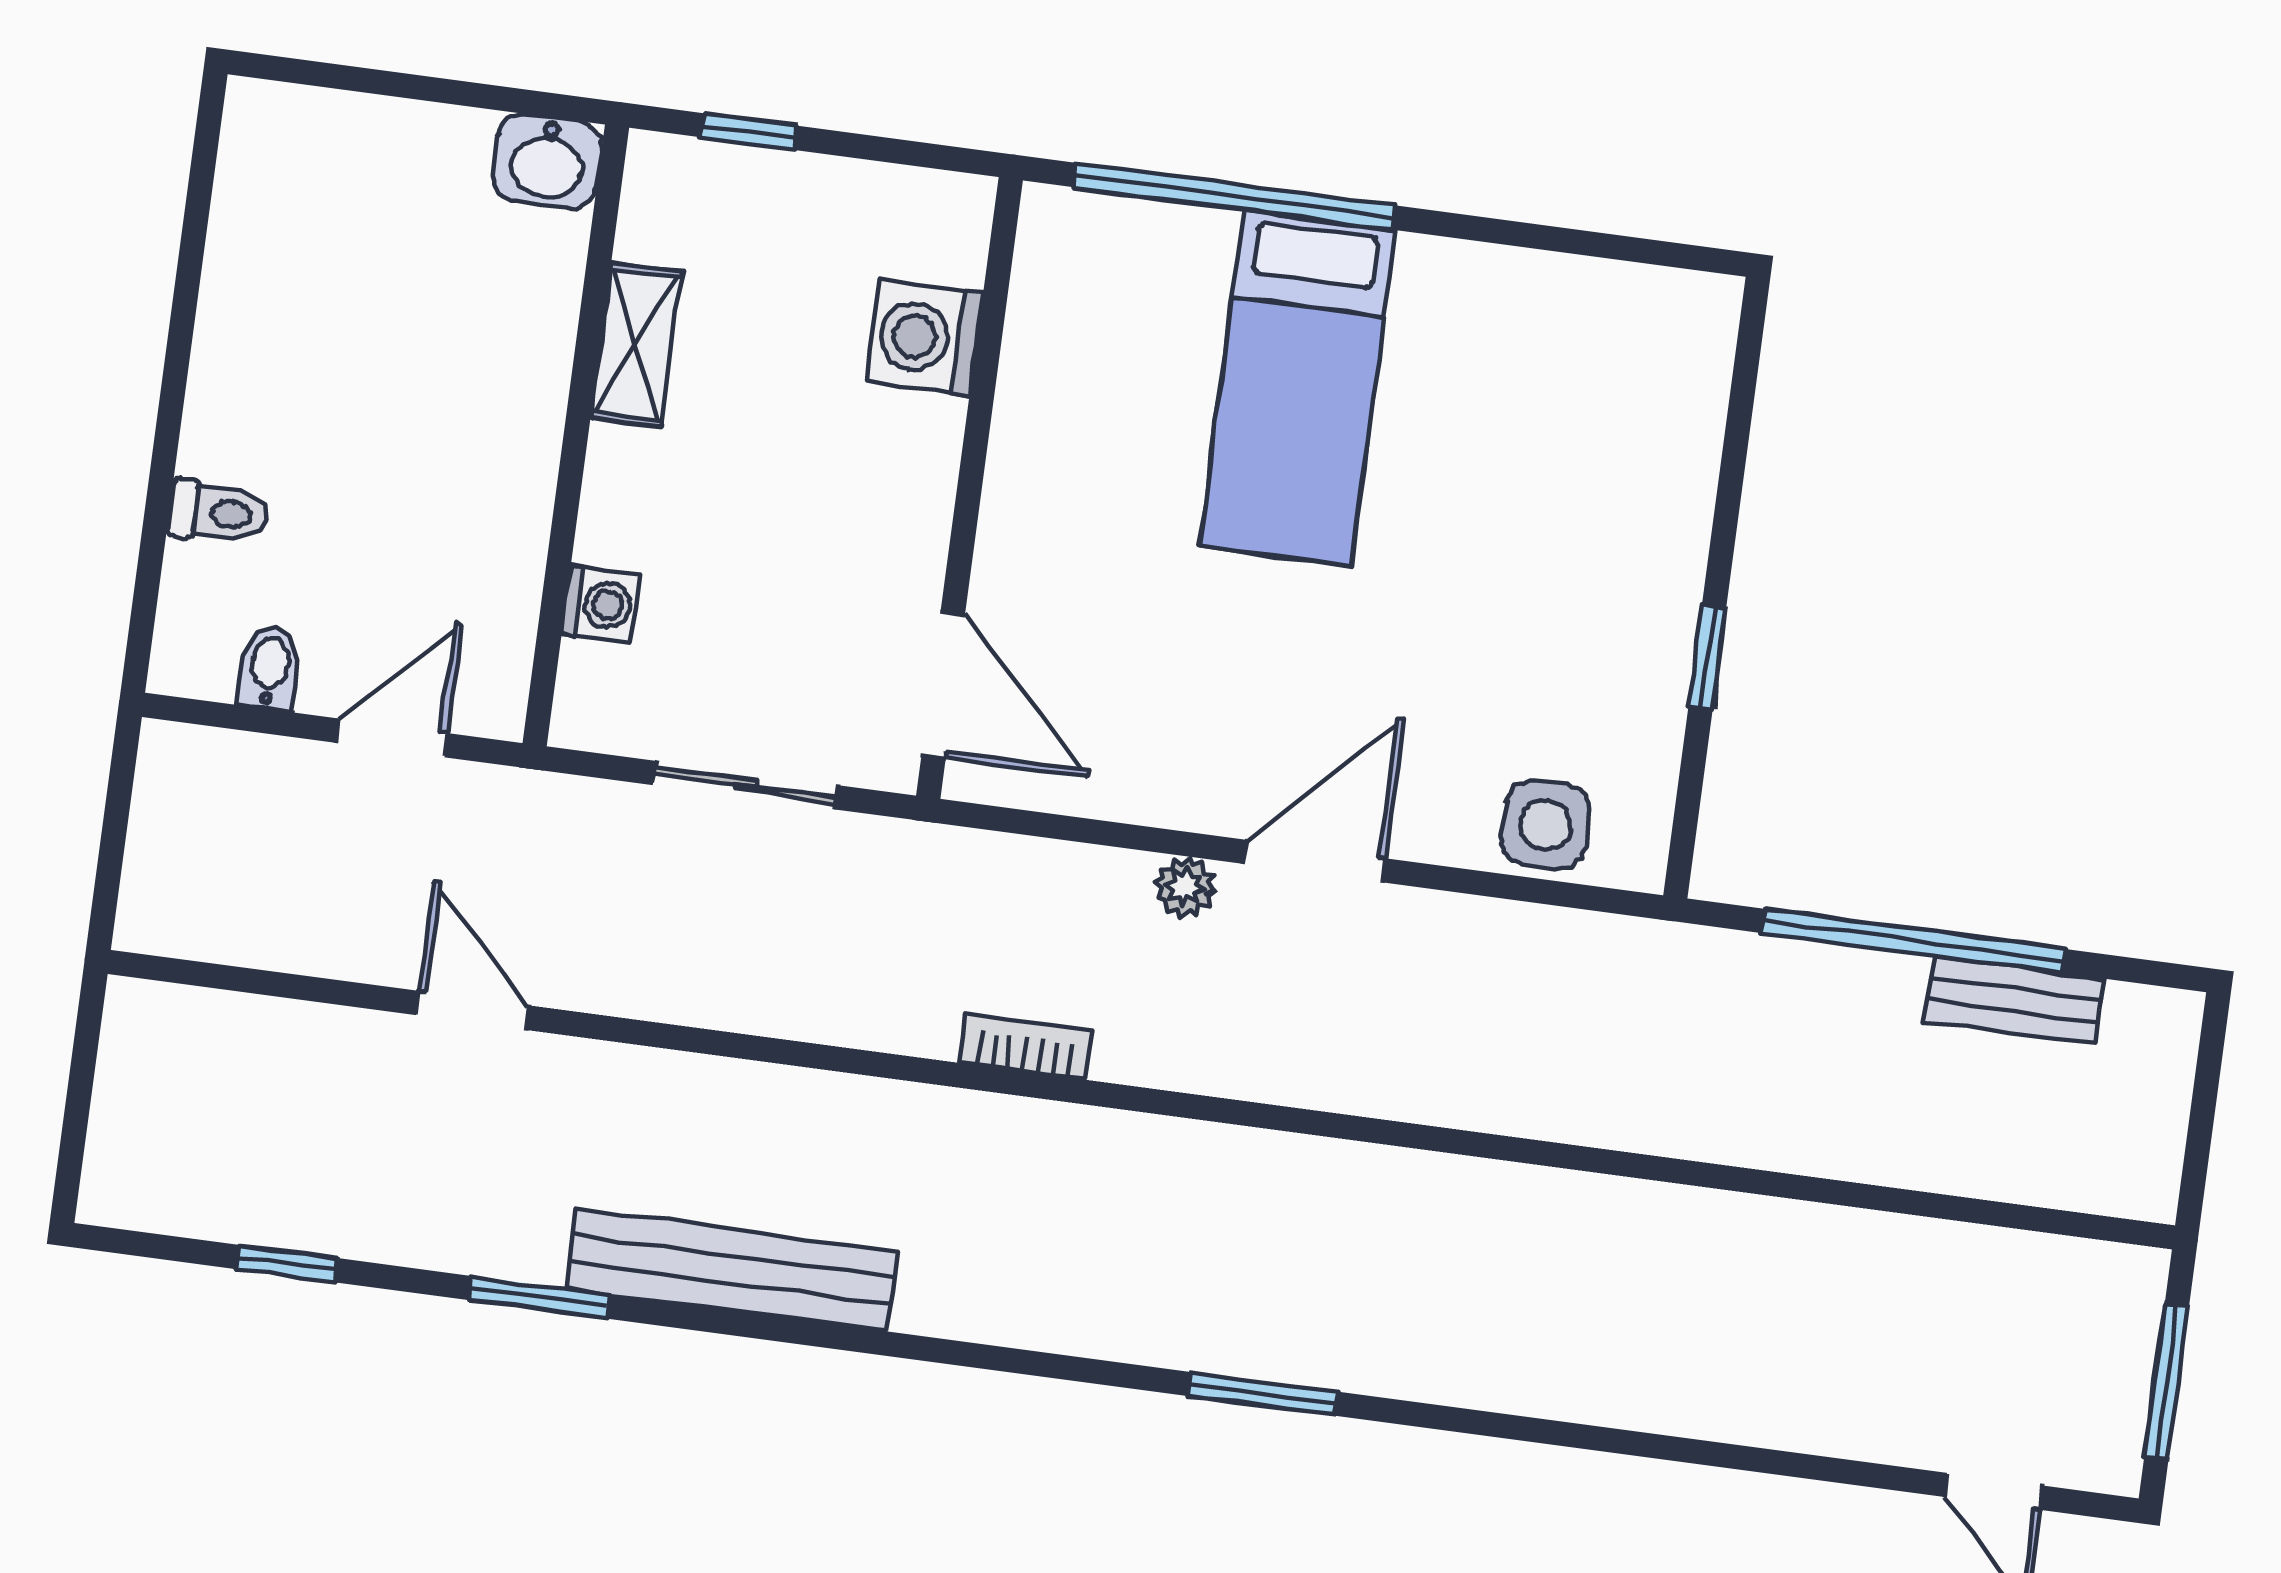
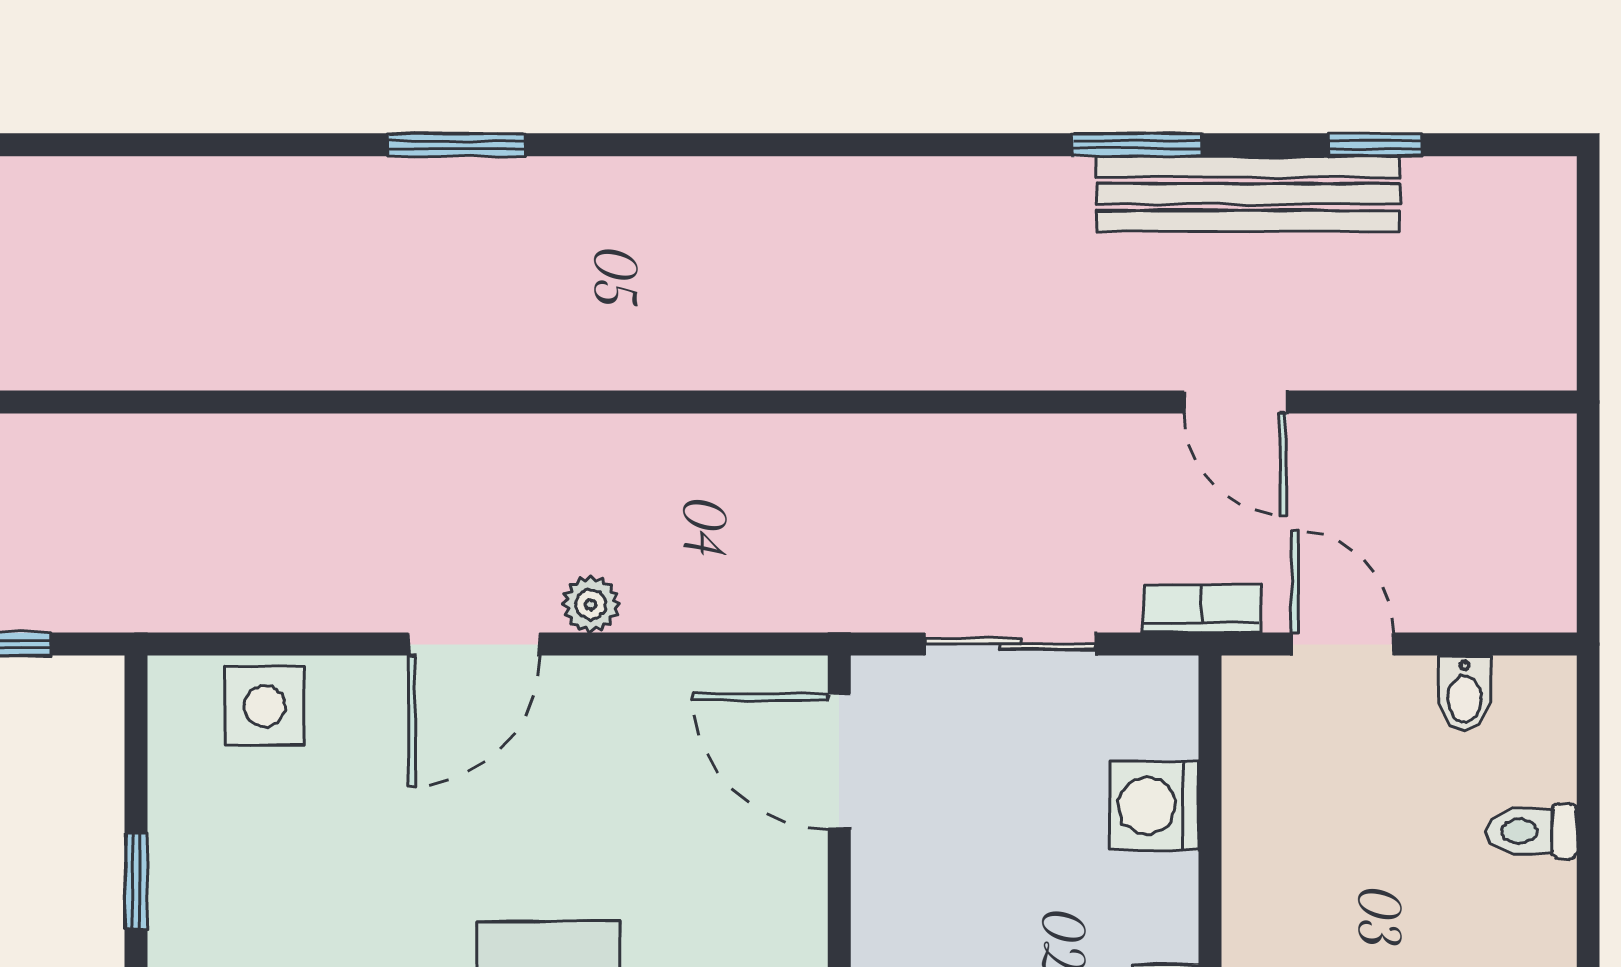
washing machine: (601, 604) -> (1154, 806), width x1.38, depth x1.38
door: (392, 738) -> (1343, 644), swing flipped
bookcase: (1026, 1046) -> (1202, 609), moved, turned 180
bench: (731, 1270) -> (1248, 194), moved

